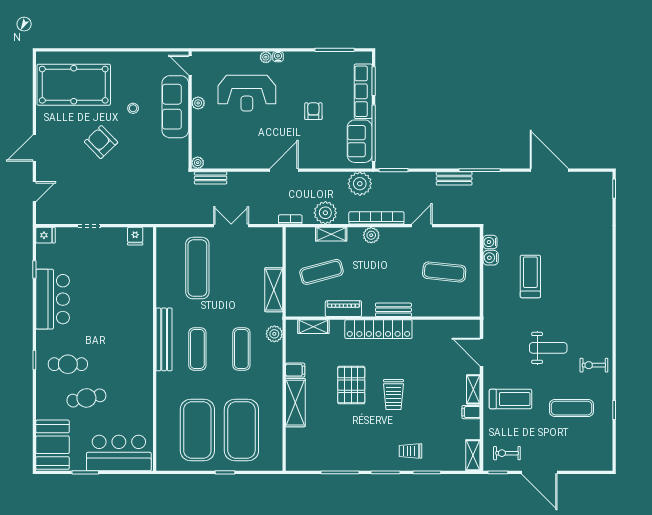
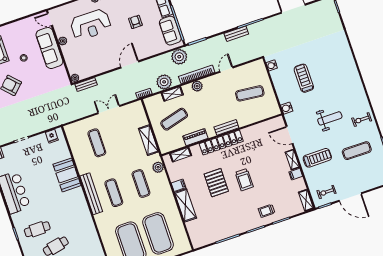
water cooler: (491, 258) -> (287, 108), moved
exercise mat: (197, 268) -> (97, 143), width x0.73, depth x0.69
booth: (138, 300) -> (67, 175), added

